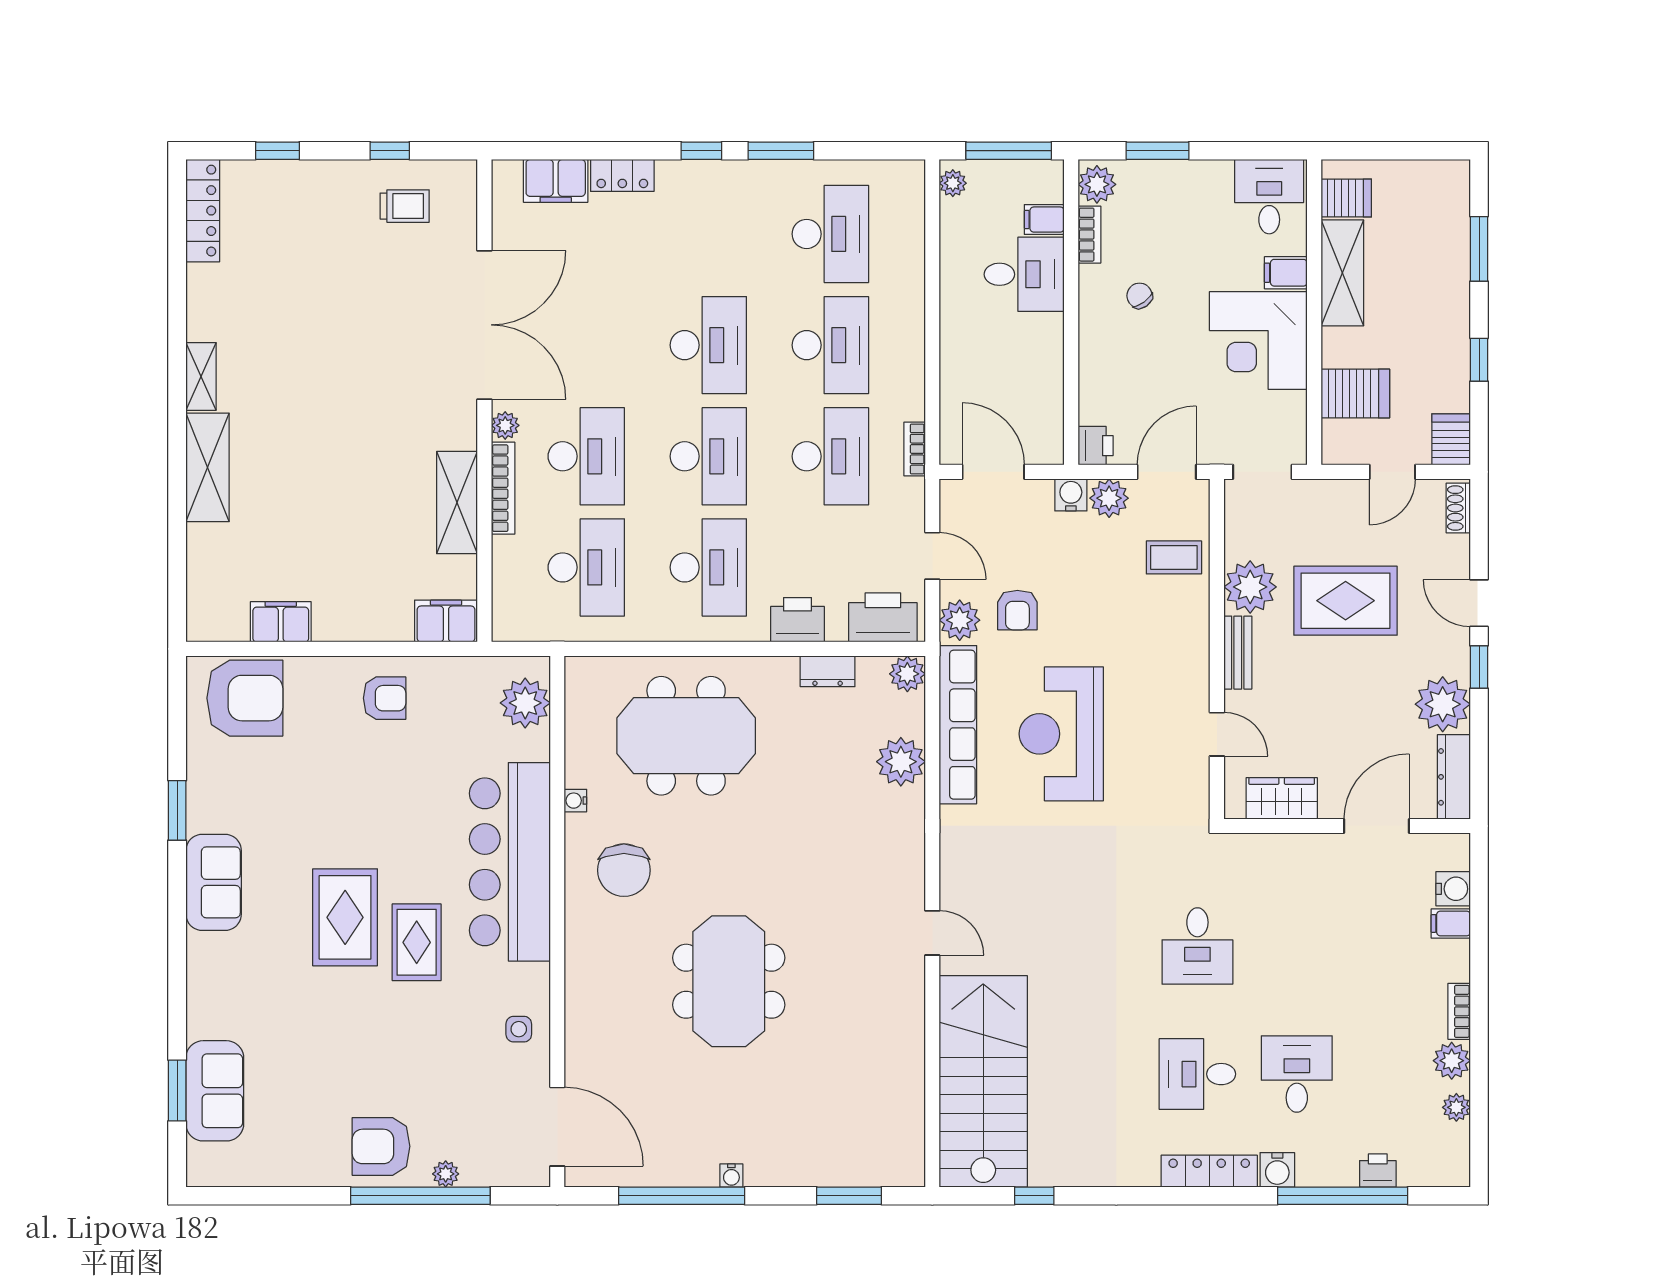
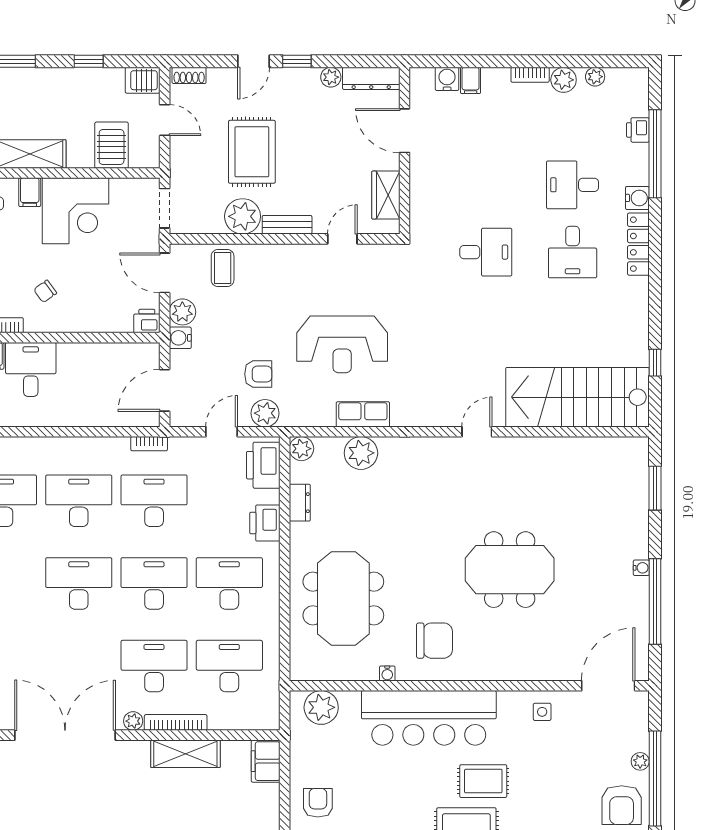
plant: (1443, 704) -> (331, 77), width x0.53, depth x0.53
row of seats: (958, 725) -> (363, 414), width x0.50

